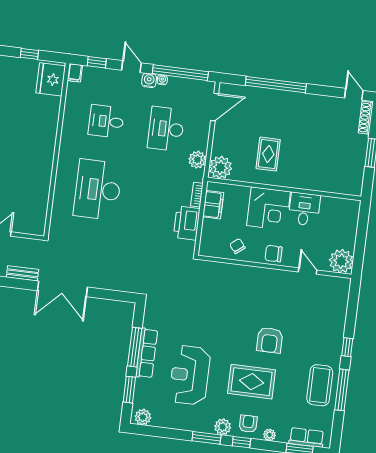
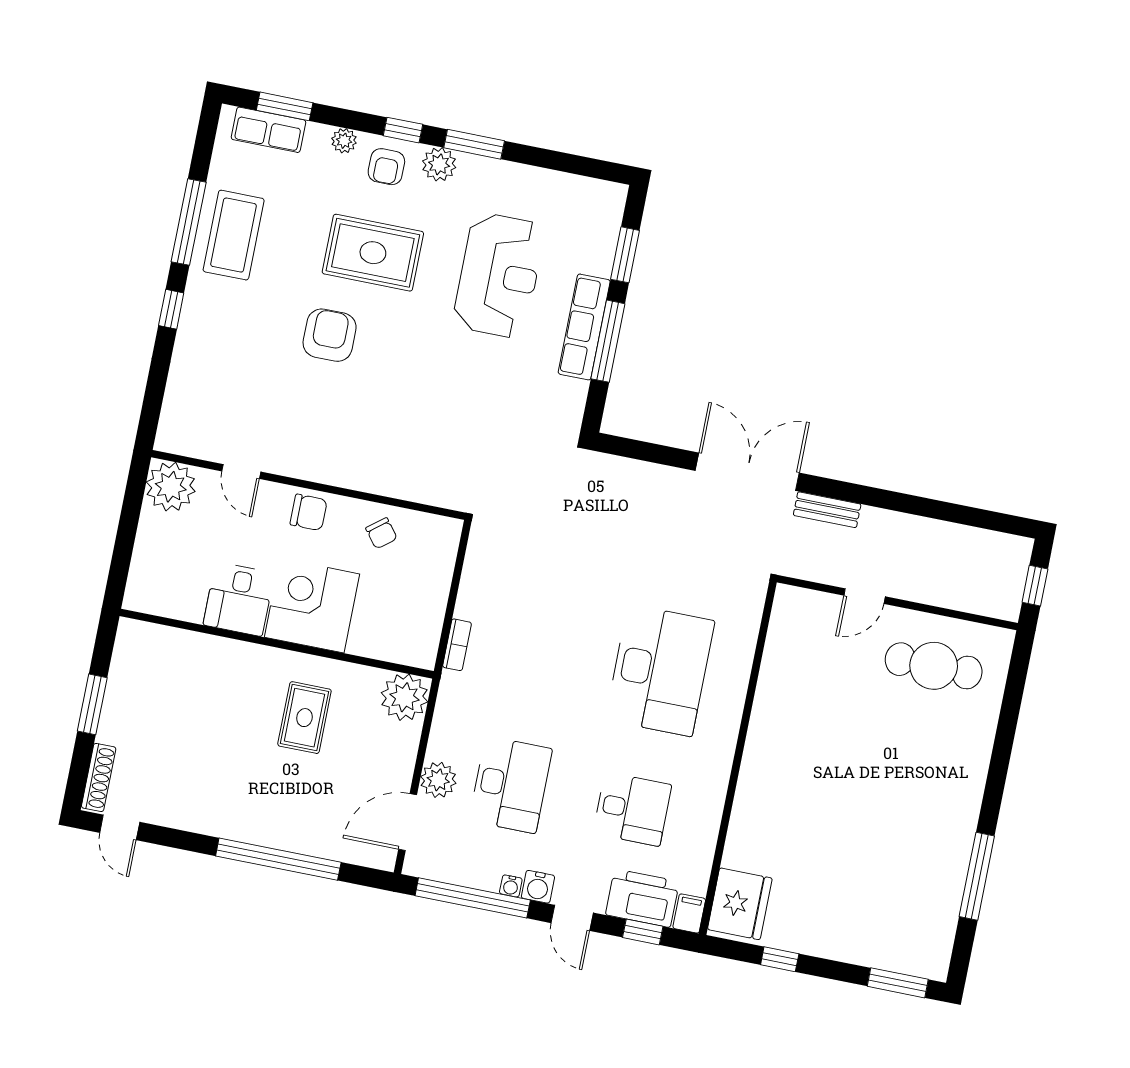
plant: (197, 160) -> (438, 780), moved
filing cabinet: (213, 205) -> (425, 622), removed
printer: (187, 223) -> (642, 898), moved, turned -90
plant: (143, 417) -> (601, 196), removed

